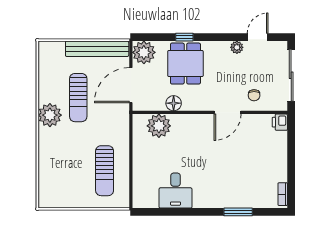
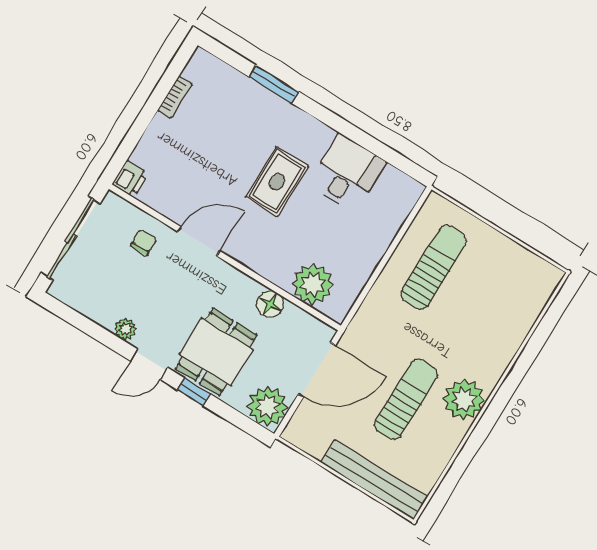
door: (258, 37) -> (149, 364), moved
bench: (97, 49) -> (374, 480), moved
rug: (207, 165) -> (277, 182), added
bookcase: (283, 194) -> (175, 97), moved

